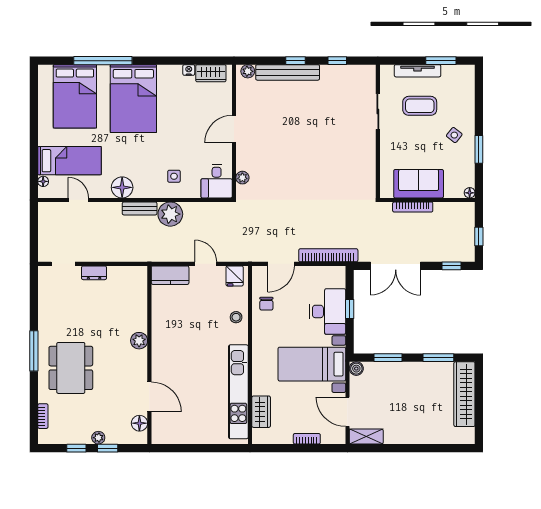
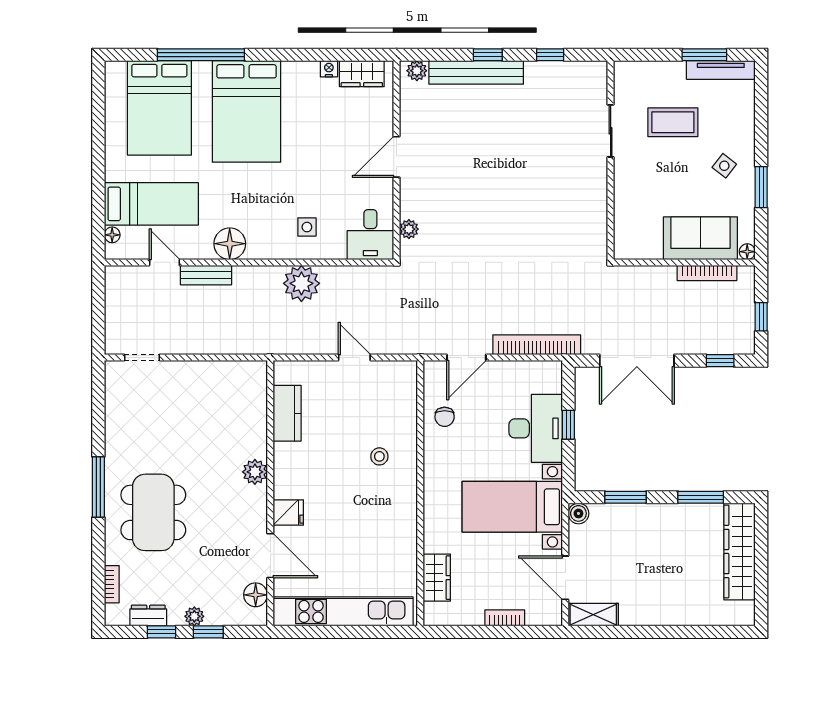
tv unit: (418, 71) -> (721, 70), moved
sofa: (419, 184) -> (700, 238), moved
bookcase: (413, 207) -> (707, 273), moved
bench: (140, 208) -> (206, 275), moved
dresser: (94, 273) -> (148, 616), moved, turned 180
kitchen counter: (170, 275) -> (287, 413), moved, turned -90
fridge: (235, 276) -> (288, 513), moved, turned -90
stool: (236, 317) -> (379, 456), moved
kitchen unit: (238, 392) -> (343, 611), moved, turned 90

